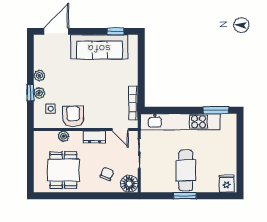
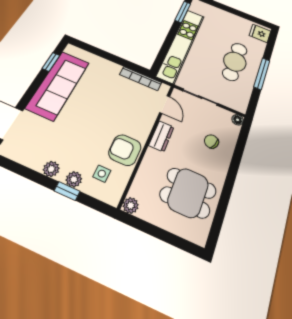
door: (120, 130) -> (165, 105), hinge flipped
plant: (63, 136) -> (131, 205), moved
cafe table: (186, 170) -> (235, 62), turned 90
floor lamp: (129, 184) -> (238, 120), width x0.53, depth x0.53
window: (185, 196) -> (262, 74), width x1.44

